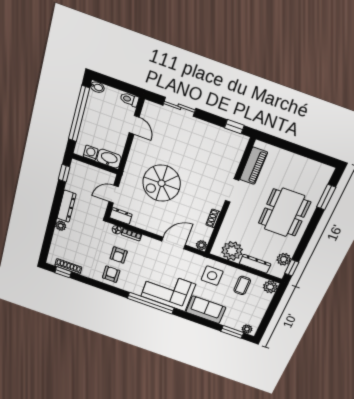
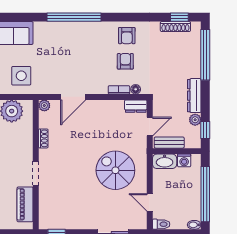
bench: (100, 174) -> (169, 143), added
spiral stairs: (162, 183) -> (115, 170), moved, turned -90
plant: (61, 226) -> (195, 120), moved
window: (49, 236) -> (205, 55), added
corner sofa: (168, 290) -> (61, 40), removed

